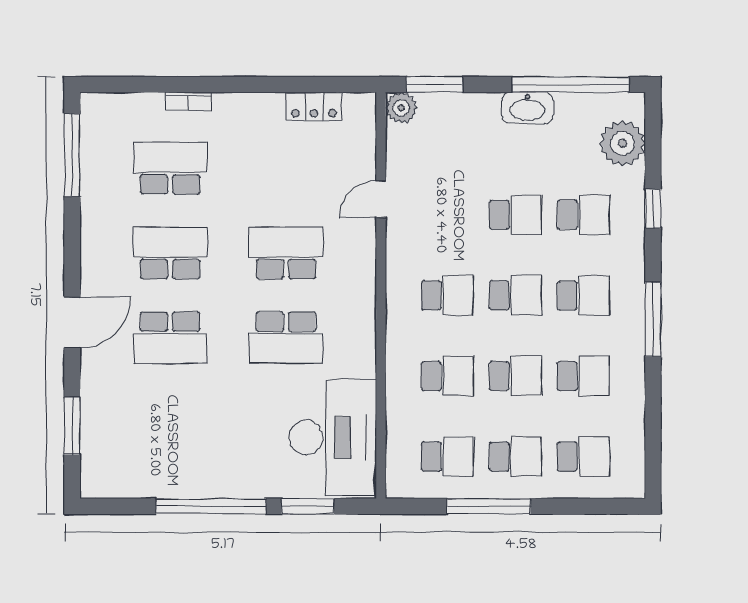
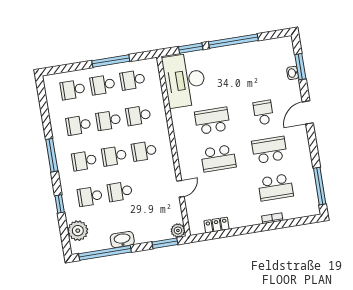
school desk: (170, 253) -> (269, 150), turned 180
school desk: (170, 338) -> (263, 113), width x0.54
washbasin: (91, 415) -> (293, 73), added

